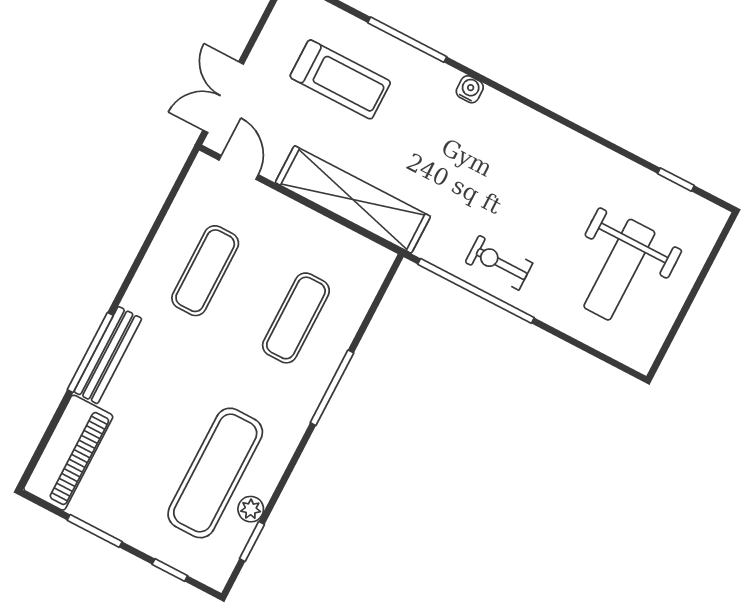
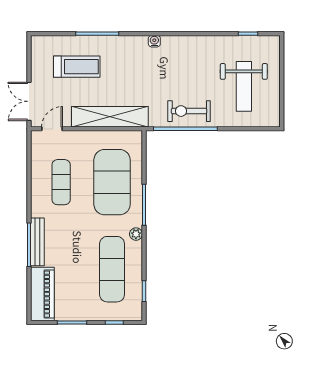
water cooler: (470, 89) -> (154, 41), moved
door: (239, 167) -> (52, 129), hinge flipped
exercise bike: (499, 263) -> (189, 111), width x1.38, depth x1.39
exercise mat: (296, 318) -> (112, 182), width x2.00, depth x1.45
plant: (251, 509) -> (136, 234), moved

